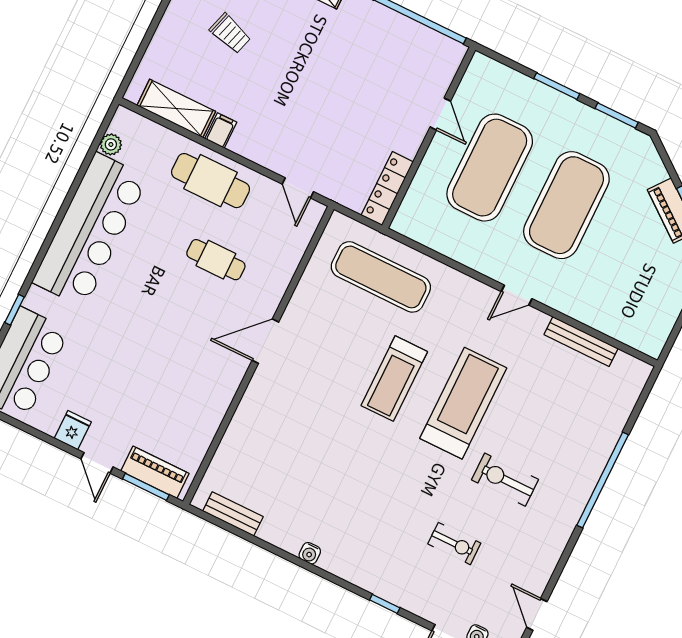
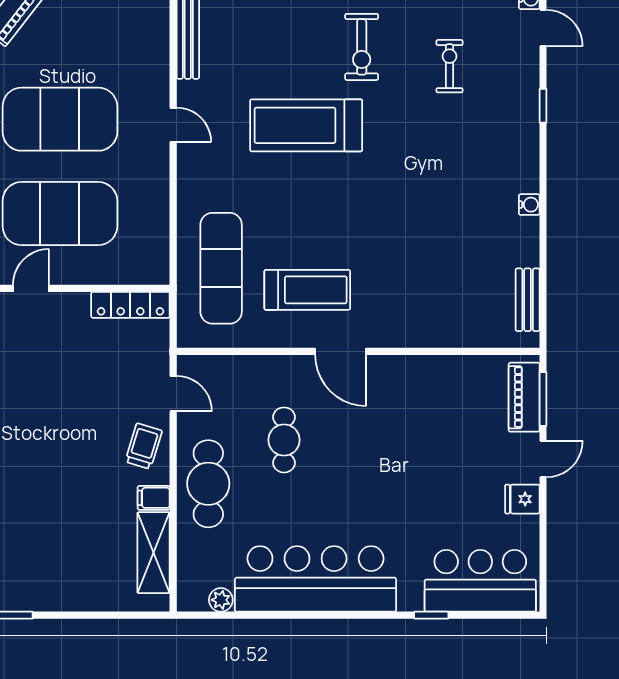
trolley: (230, 33) -> (144, 446), moved
door: (298, 188) -> (173, 394), hinge flipped
treadmill: (394, 379) -> (307, 290), moved

